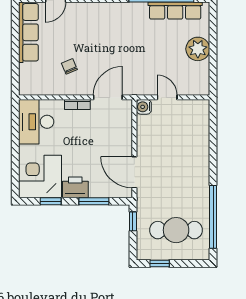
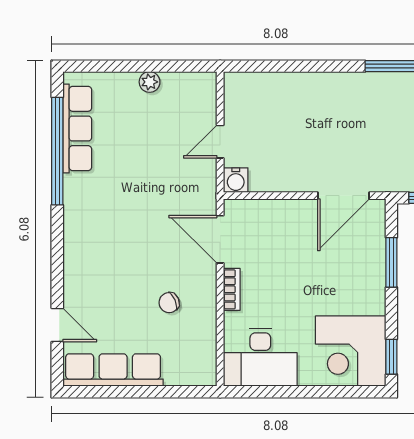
plant: (198, 49) -> (150, 82), width x0.53, depth x0.53
printer: (75, 187) -> (368, 293), removed
window: (51, 201) -> (391, 357), moved

